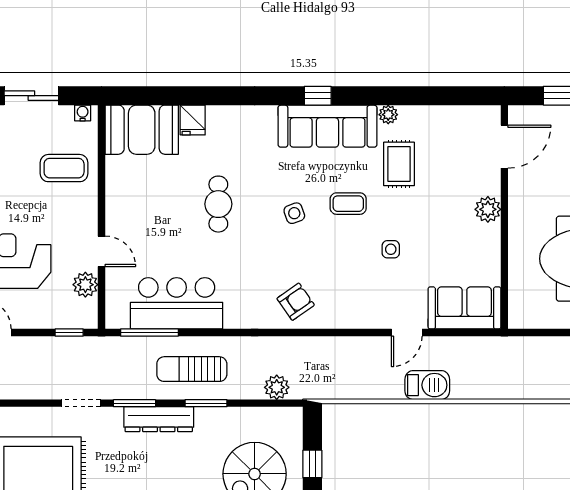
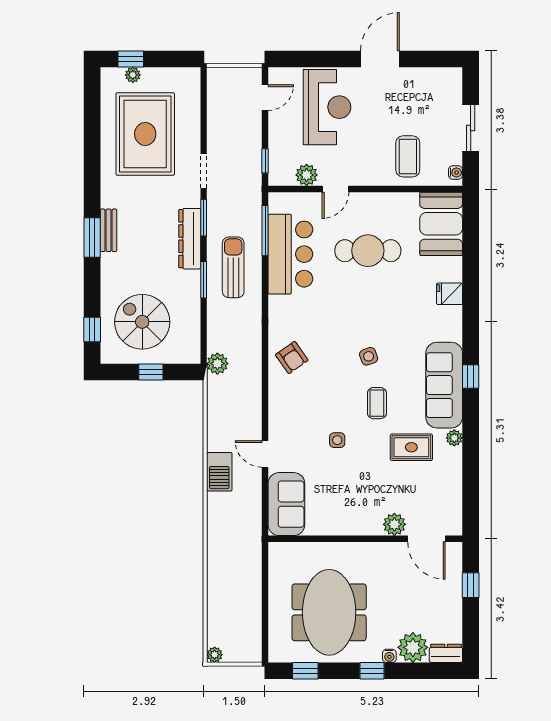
fridge: (193, 120) -> (450, 294), moved
cafe table: (218, 204) -> (368, 251), moved, width x1.37, depth x1.35
plant: (488, 209) -> (394, 524), moved
plant: (277, 387) -> (217, 364), moved

